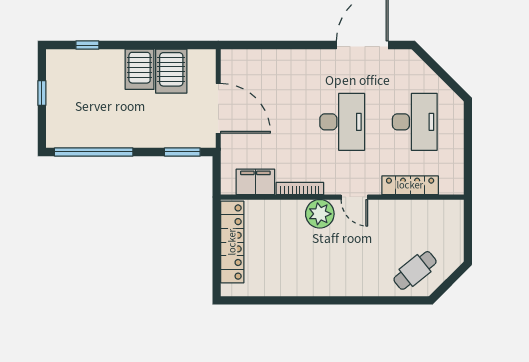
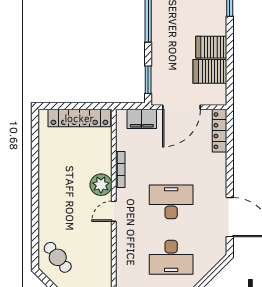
desk: (342, 122) -> (171, 202), turned 180
filing cabinet: (255, 182) -> (142, 119), moved, turned 90
locker: (410, 185) -> (219, 131), moved, turned 180

